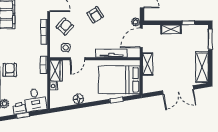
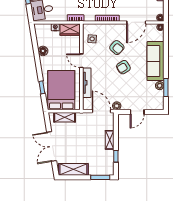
armchair: (65, 26) -> (117, 48), moved
door: (78, 59) -> (81, 61), moved
shelving: (148, 64) -> (65, 117), moved

